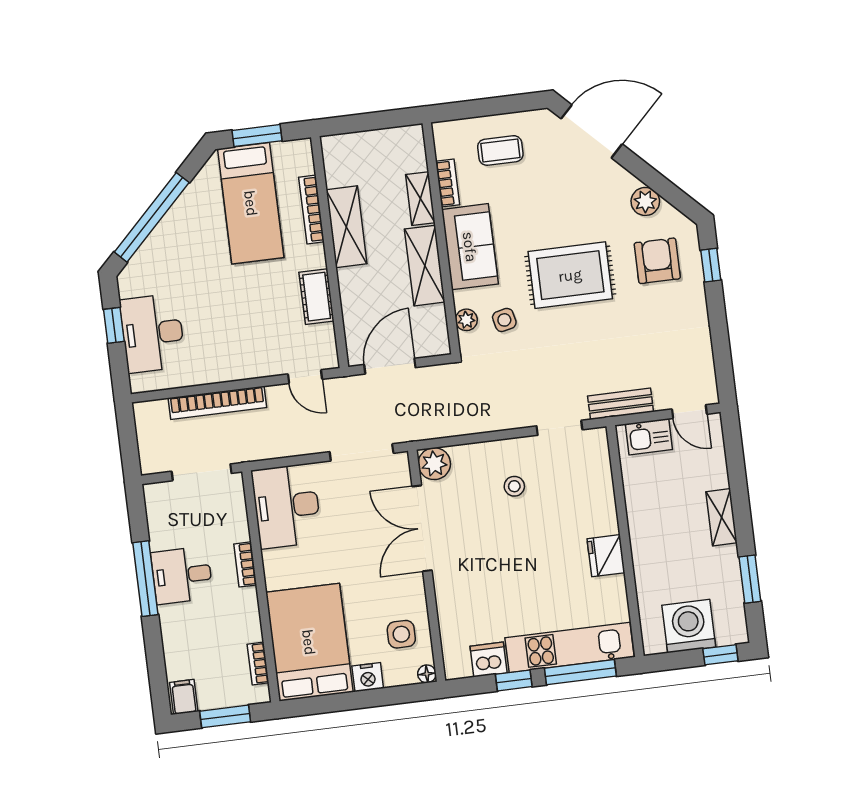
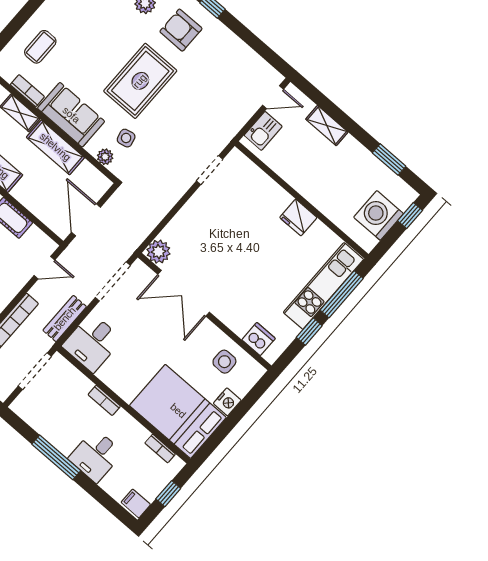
bench: (621, 404) -> (65, 319), moved
stool: (514, 486) -> (214, 225), removed
desk: (287, 506) -> (92, 343), width x0.73
shelving: (721, 517) -> (327, 126), moved
desk: (182, 575) -> (96, 456), moved
dishwasher: (489, 660) -> (259, 339), moved, turned 90
floor lamp: (427, 674) -> (258, 371), removed
window: (225, 716) -> (168, 494), width x0.67

